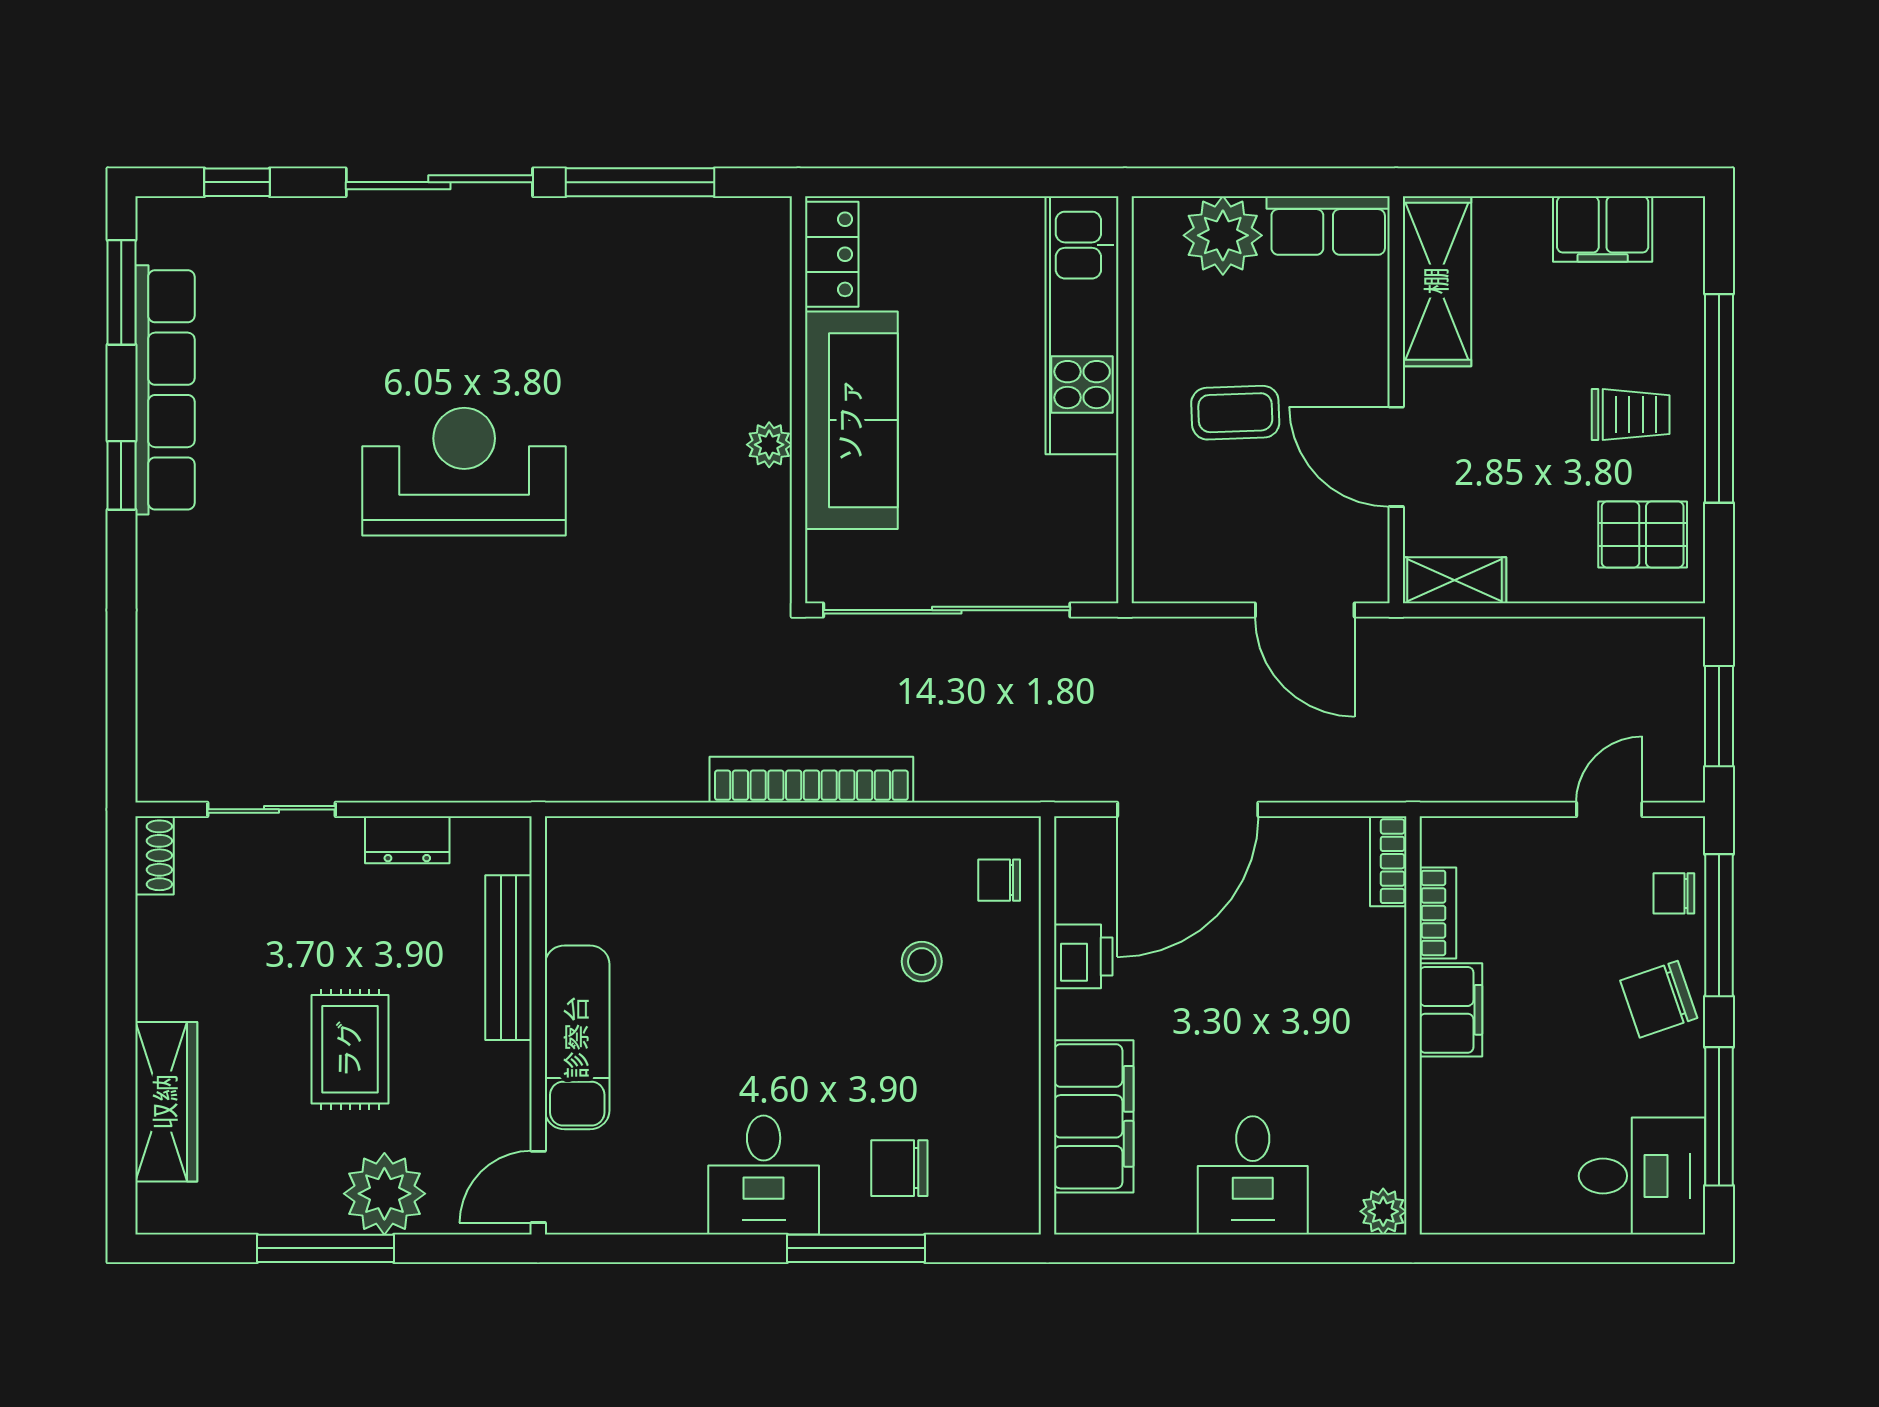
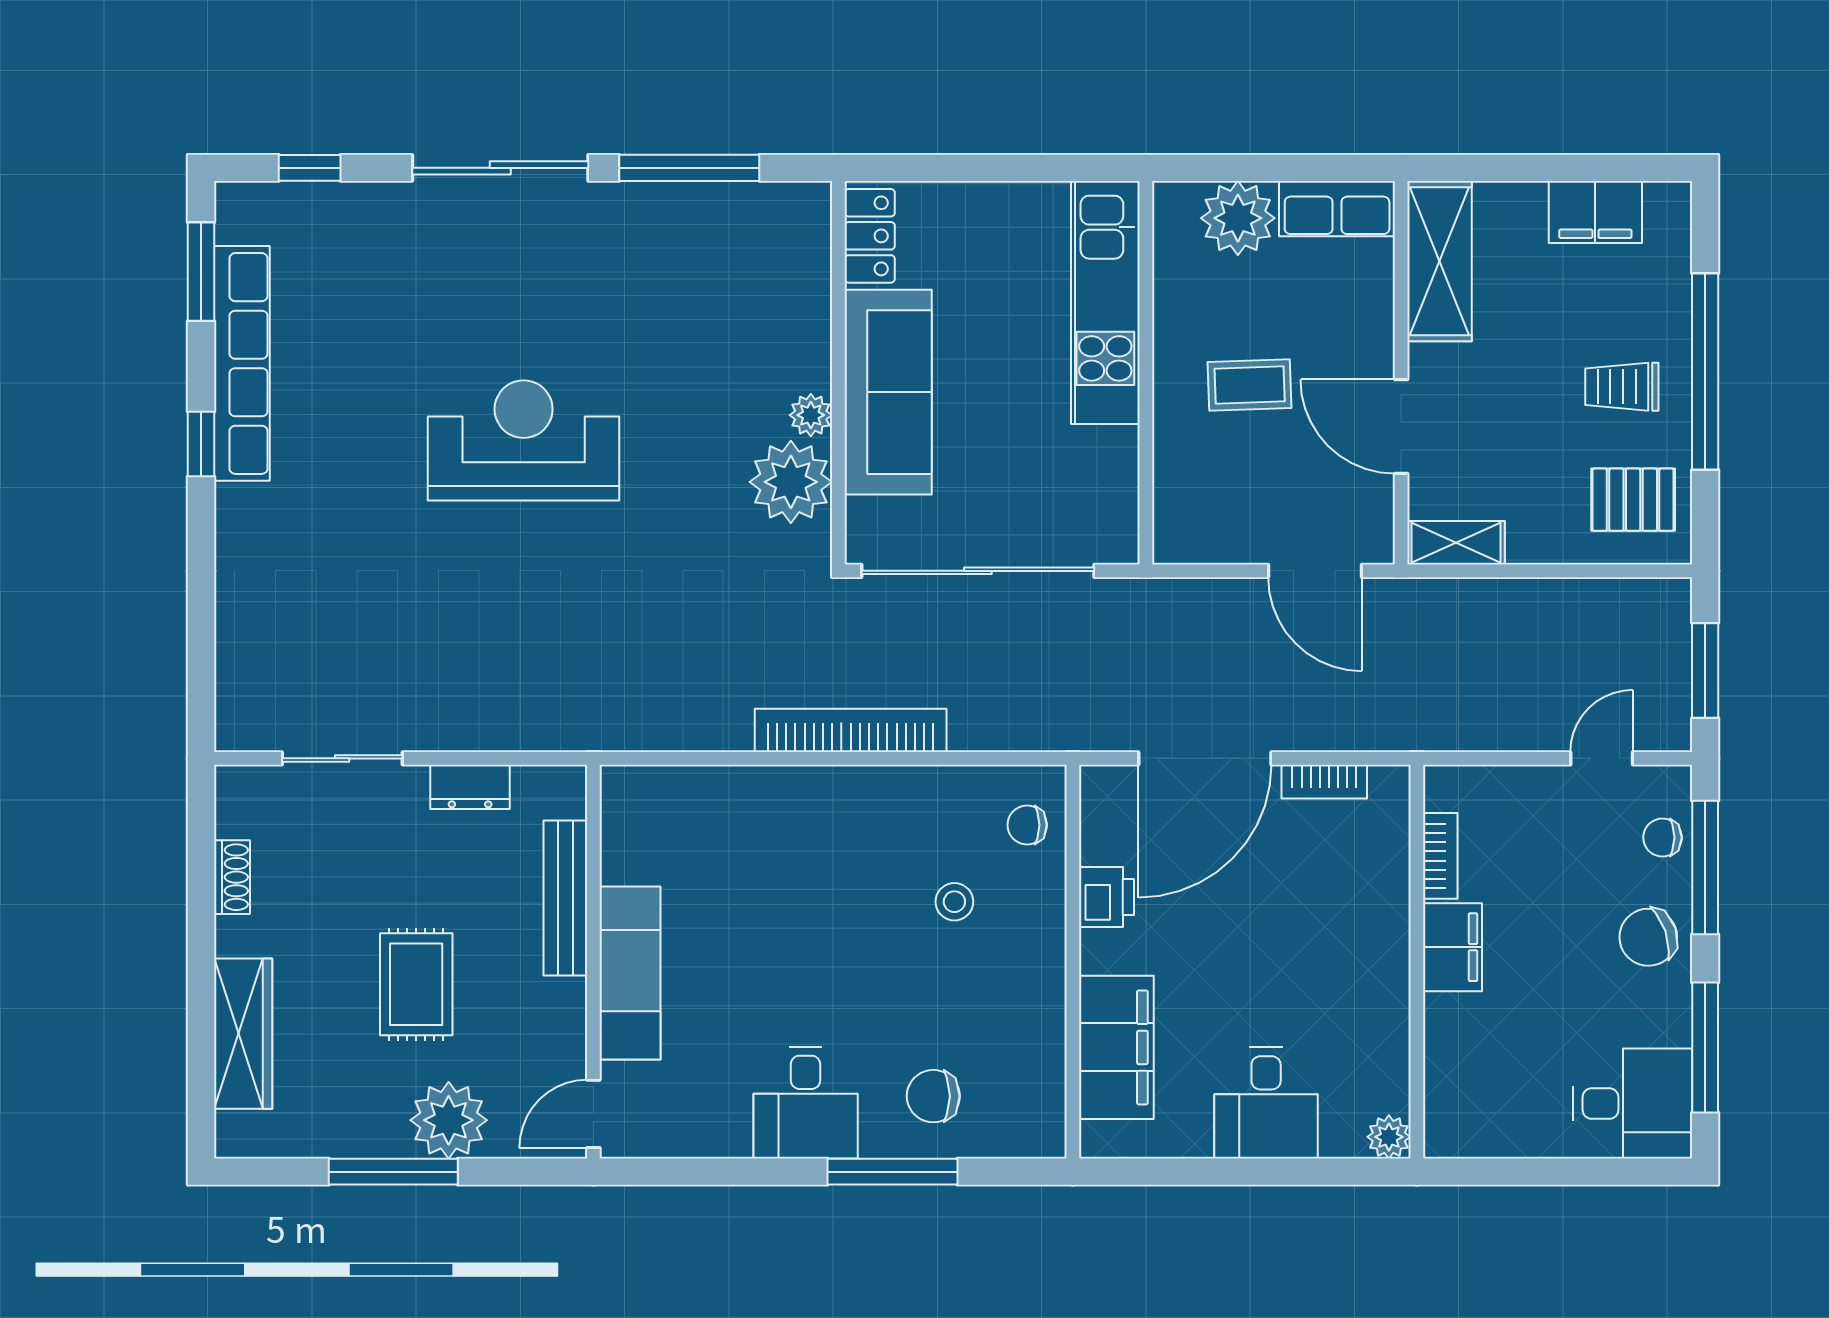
trolley: (1631, 415) -> (1622, 387), turned 180
plant: (748, 516) -> (791, 482), added
shoe rack: (154, 855) -> (232, 877), moved
bookcase: (1388, 861) -> (1324, 782), moved, turned -90

